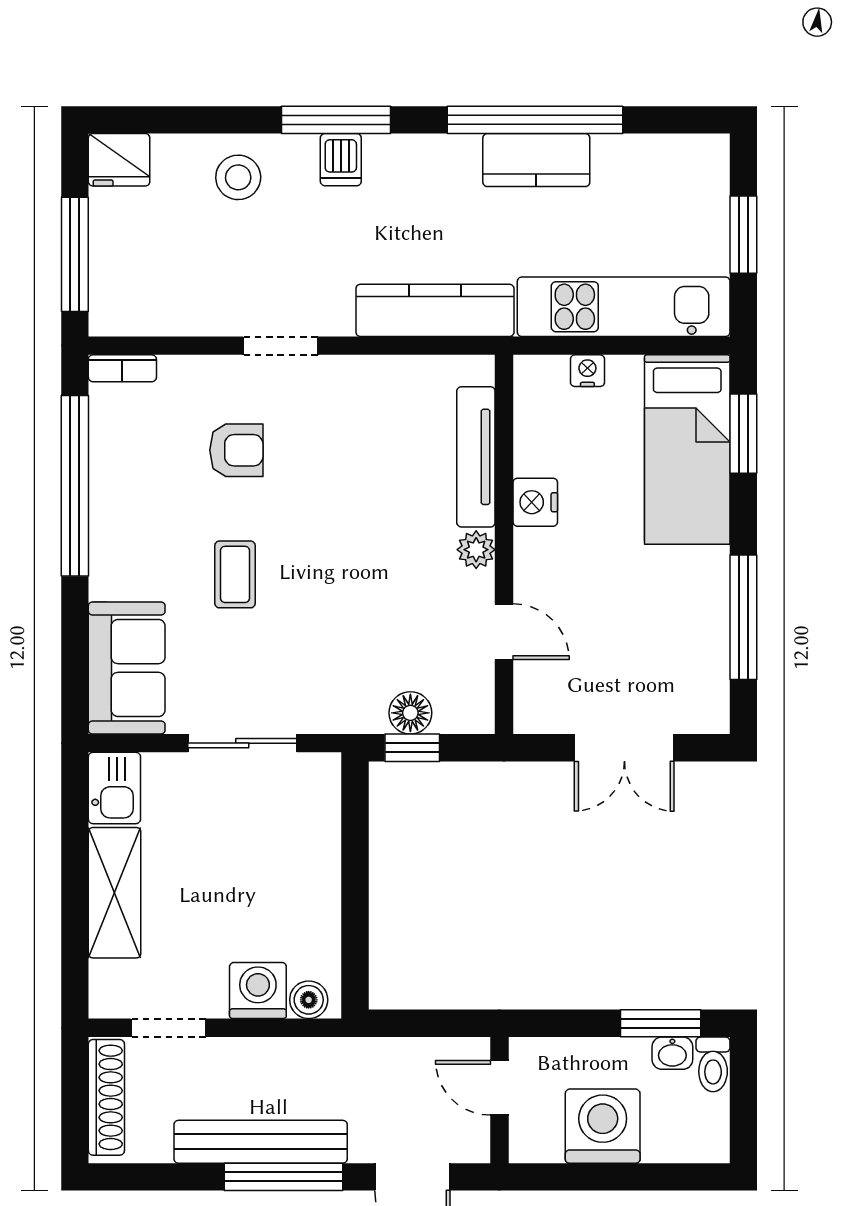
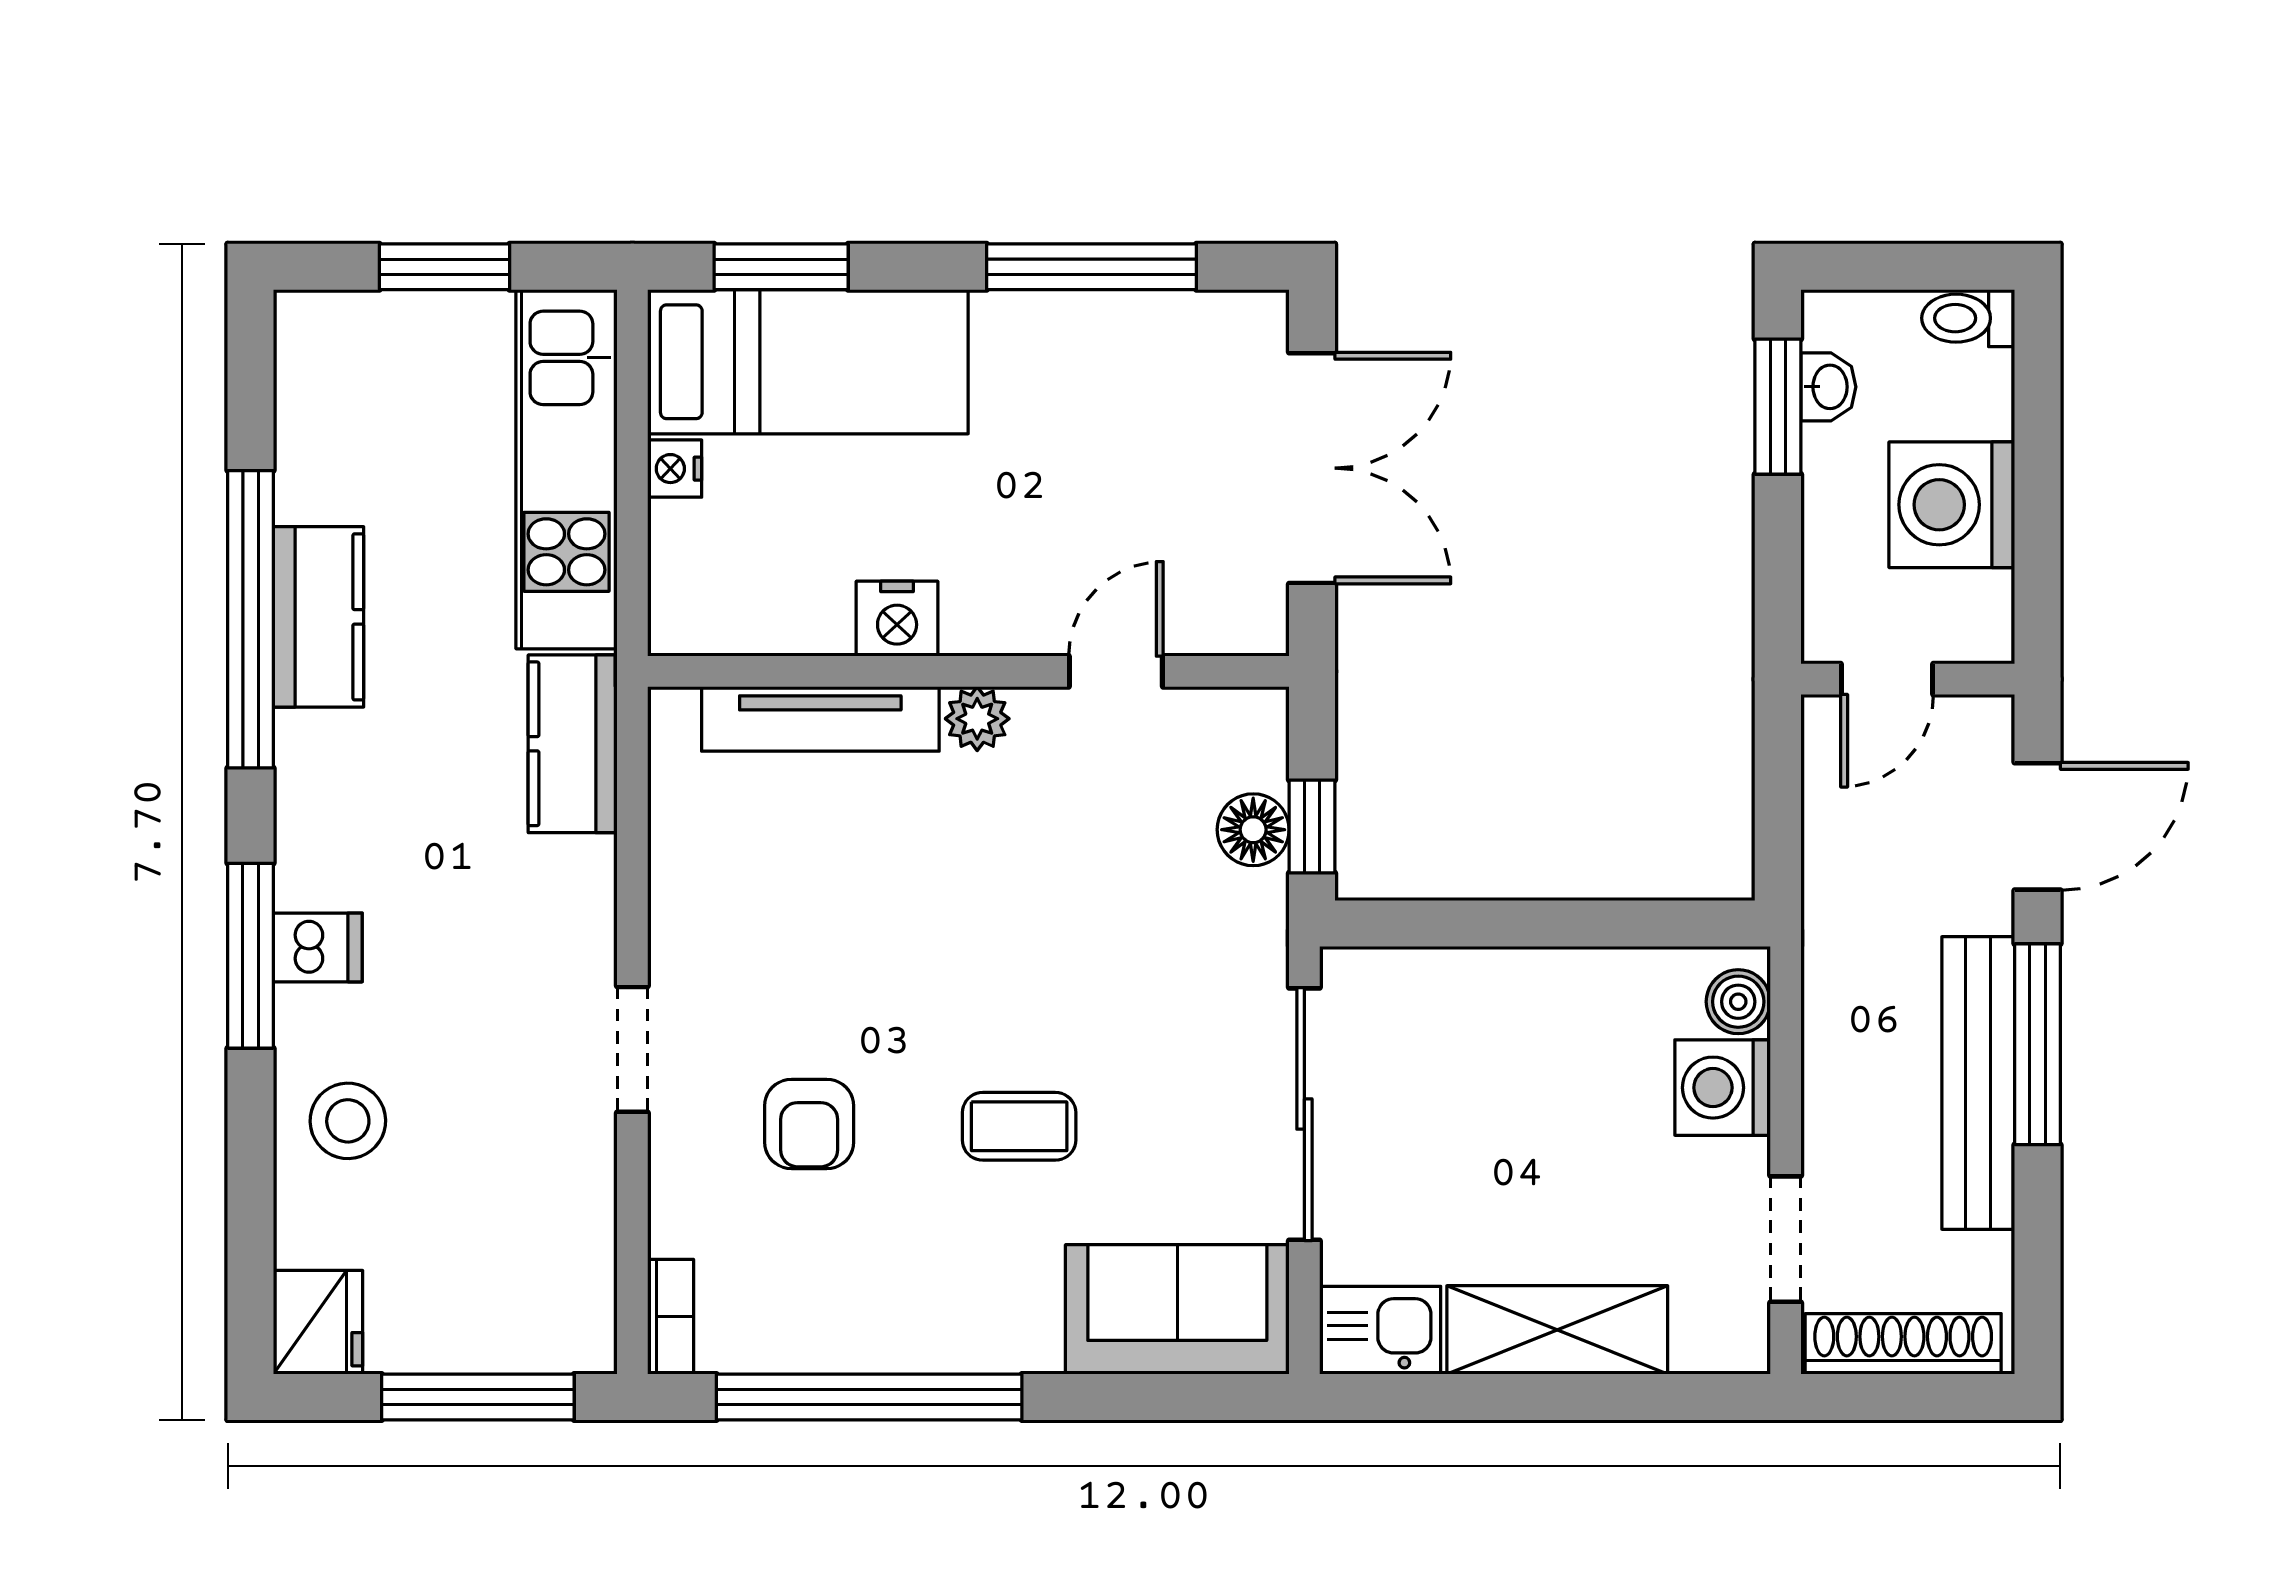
kitchen counter: (435, 310) -> (573, 744), width x0.67
nightstand: (587, 371) -> (675, 469), moved
armchair: (236, 450) -> (809, 1124), turned 180
sliding door: (242, 743) -> (1304, 1114), width x1.37
double door: (624, 748) -> (1312, 468), width x1.37
toilet: (713, 1064) -> (1968, 318), moved, turned 180

